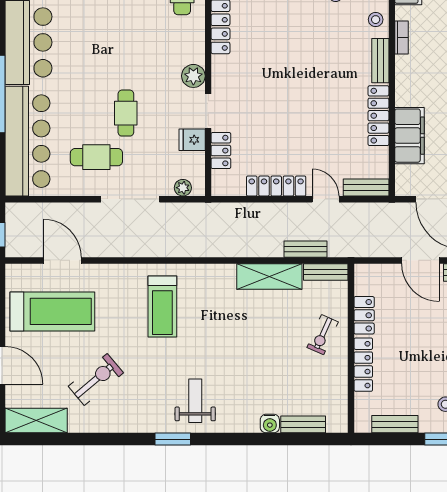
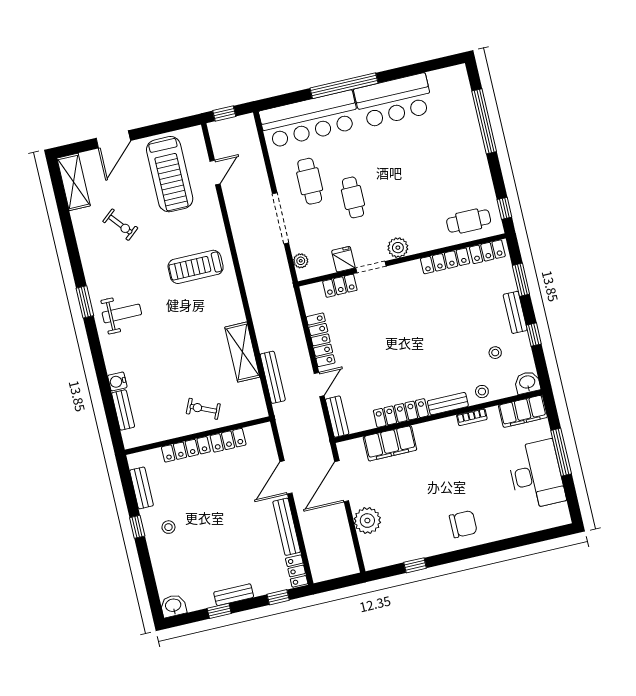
cafe table: (126, 113) -> (353, 197), turned 90
bench: (306, 249) -> (273, 377), width x1.36
door: (62, 260) -> (215, 173), width x0.73
bench: (326, 272) -> (257, 399), removed
exercise bike: (96, 379) -> (120, 225), width x0.73, depth x0.72

